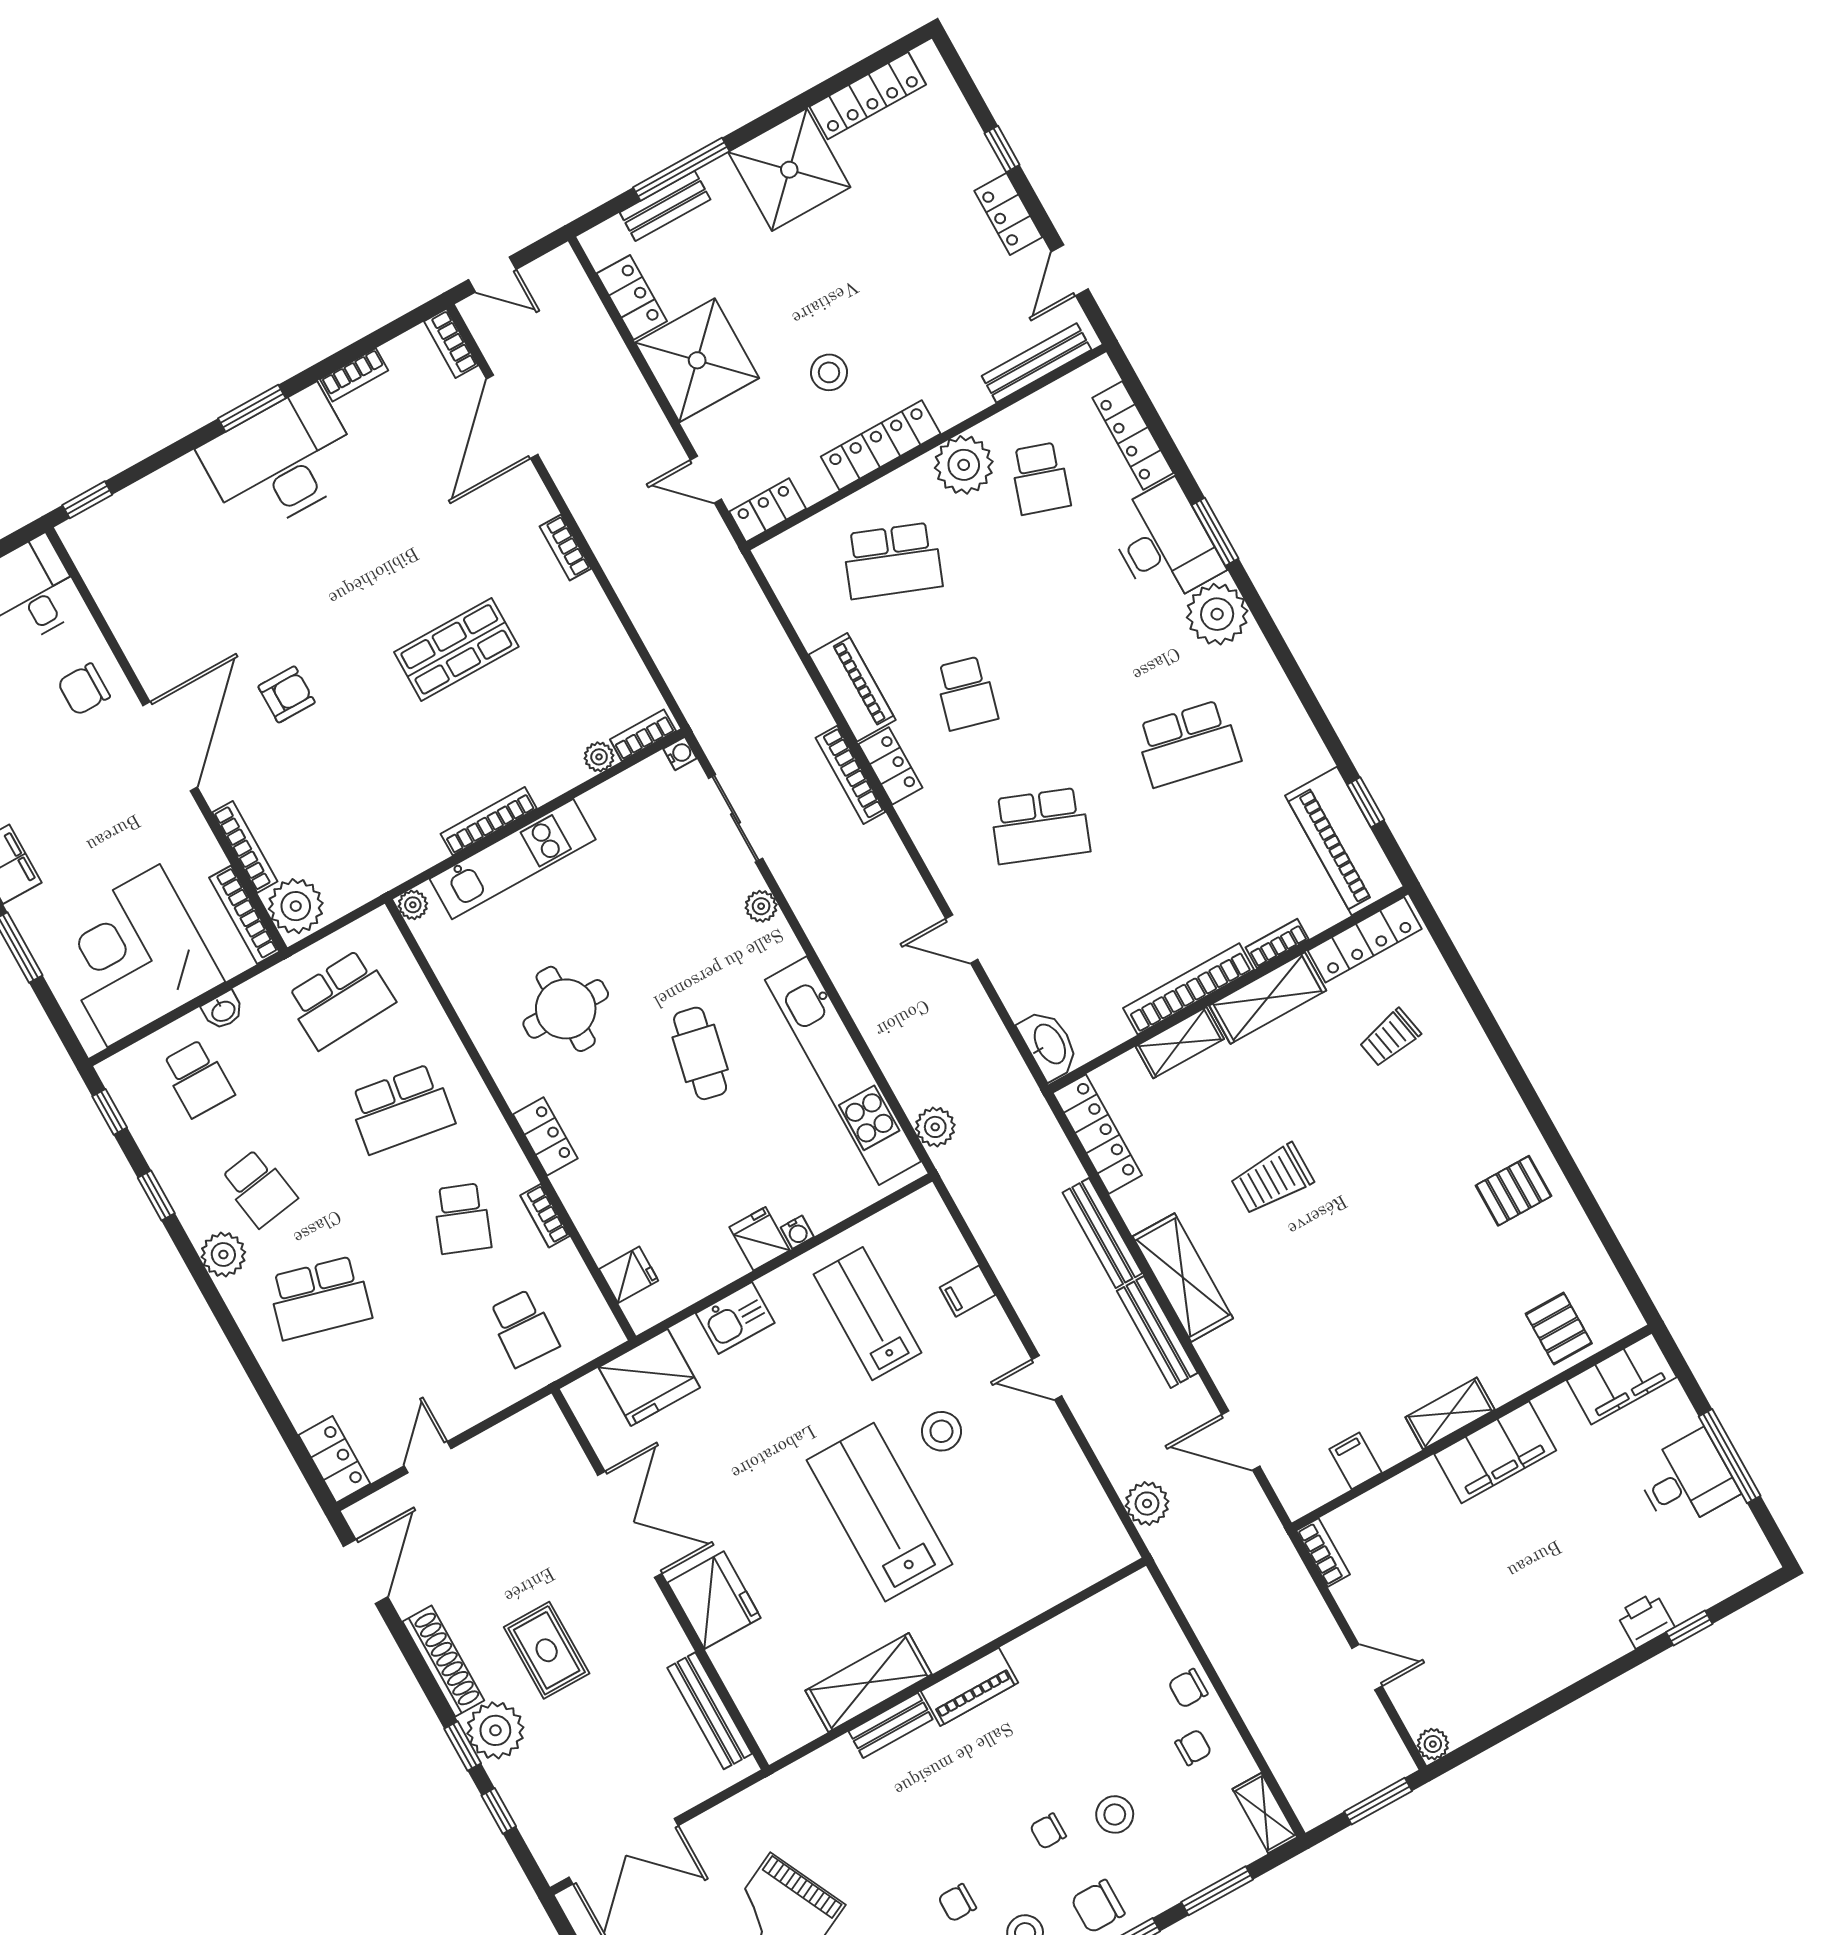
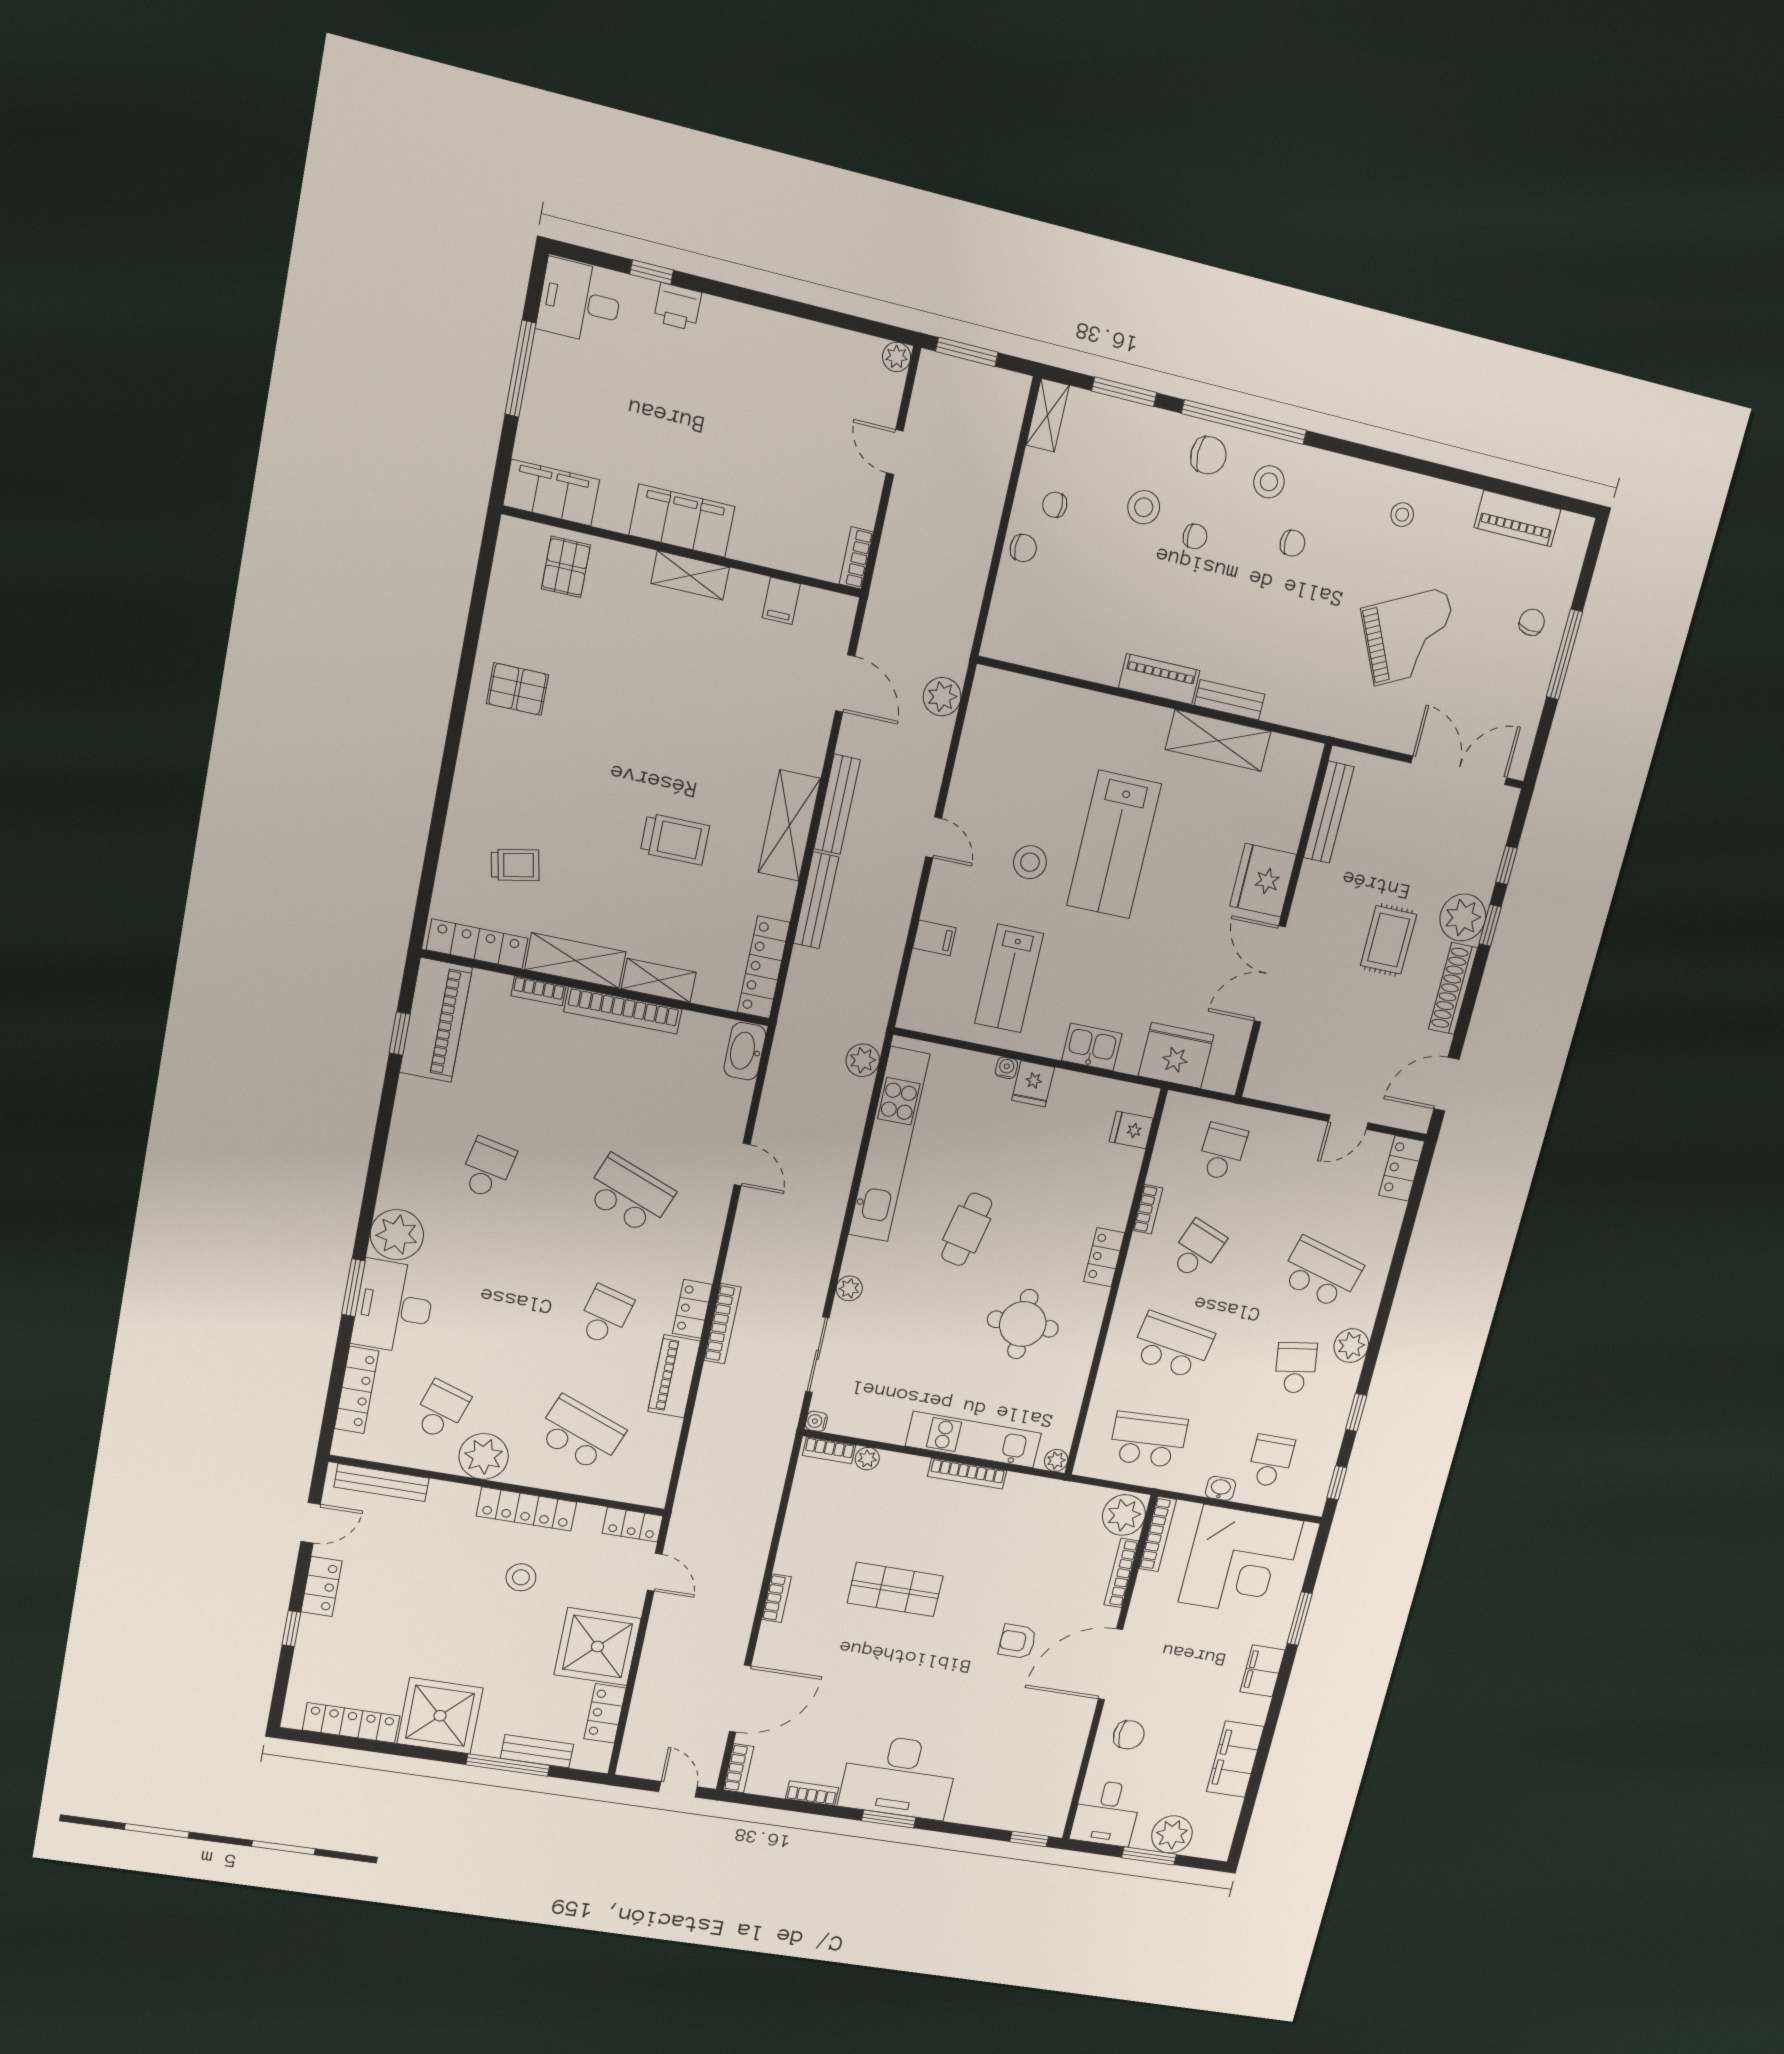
school desk: (1188, 743) -> (487, 1168), width x0.54
desk: (1687, 1480) -> (580, 302), moved

